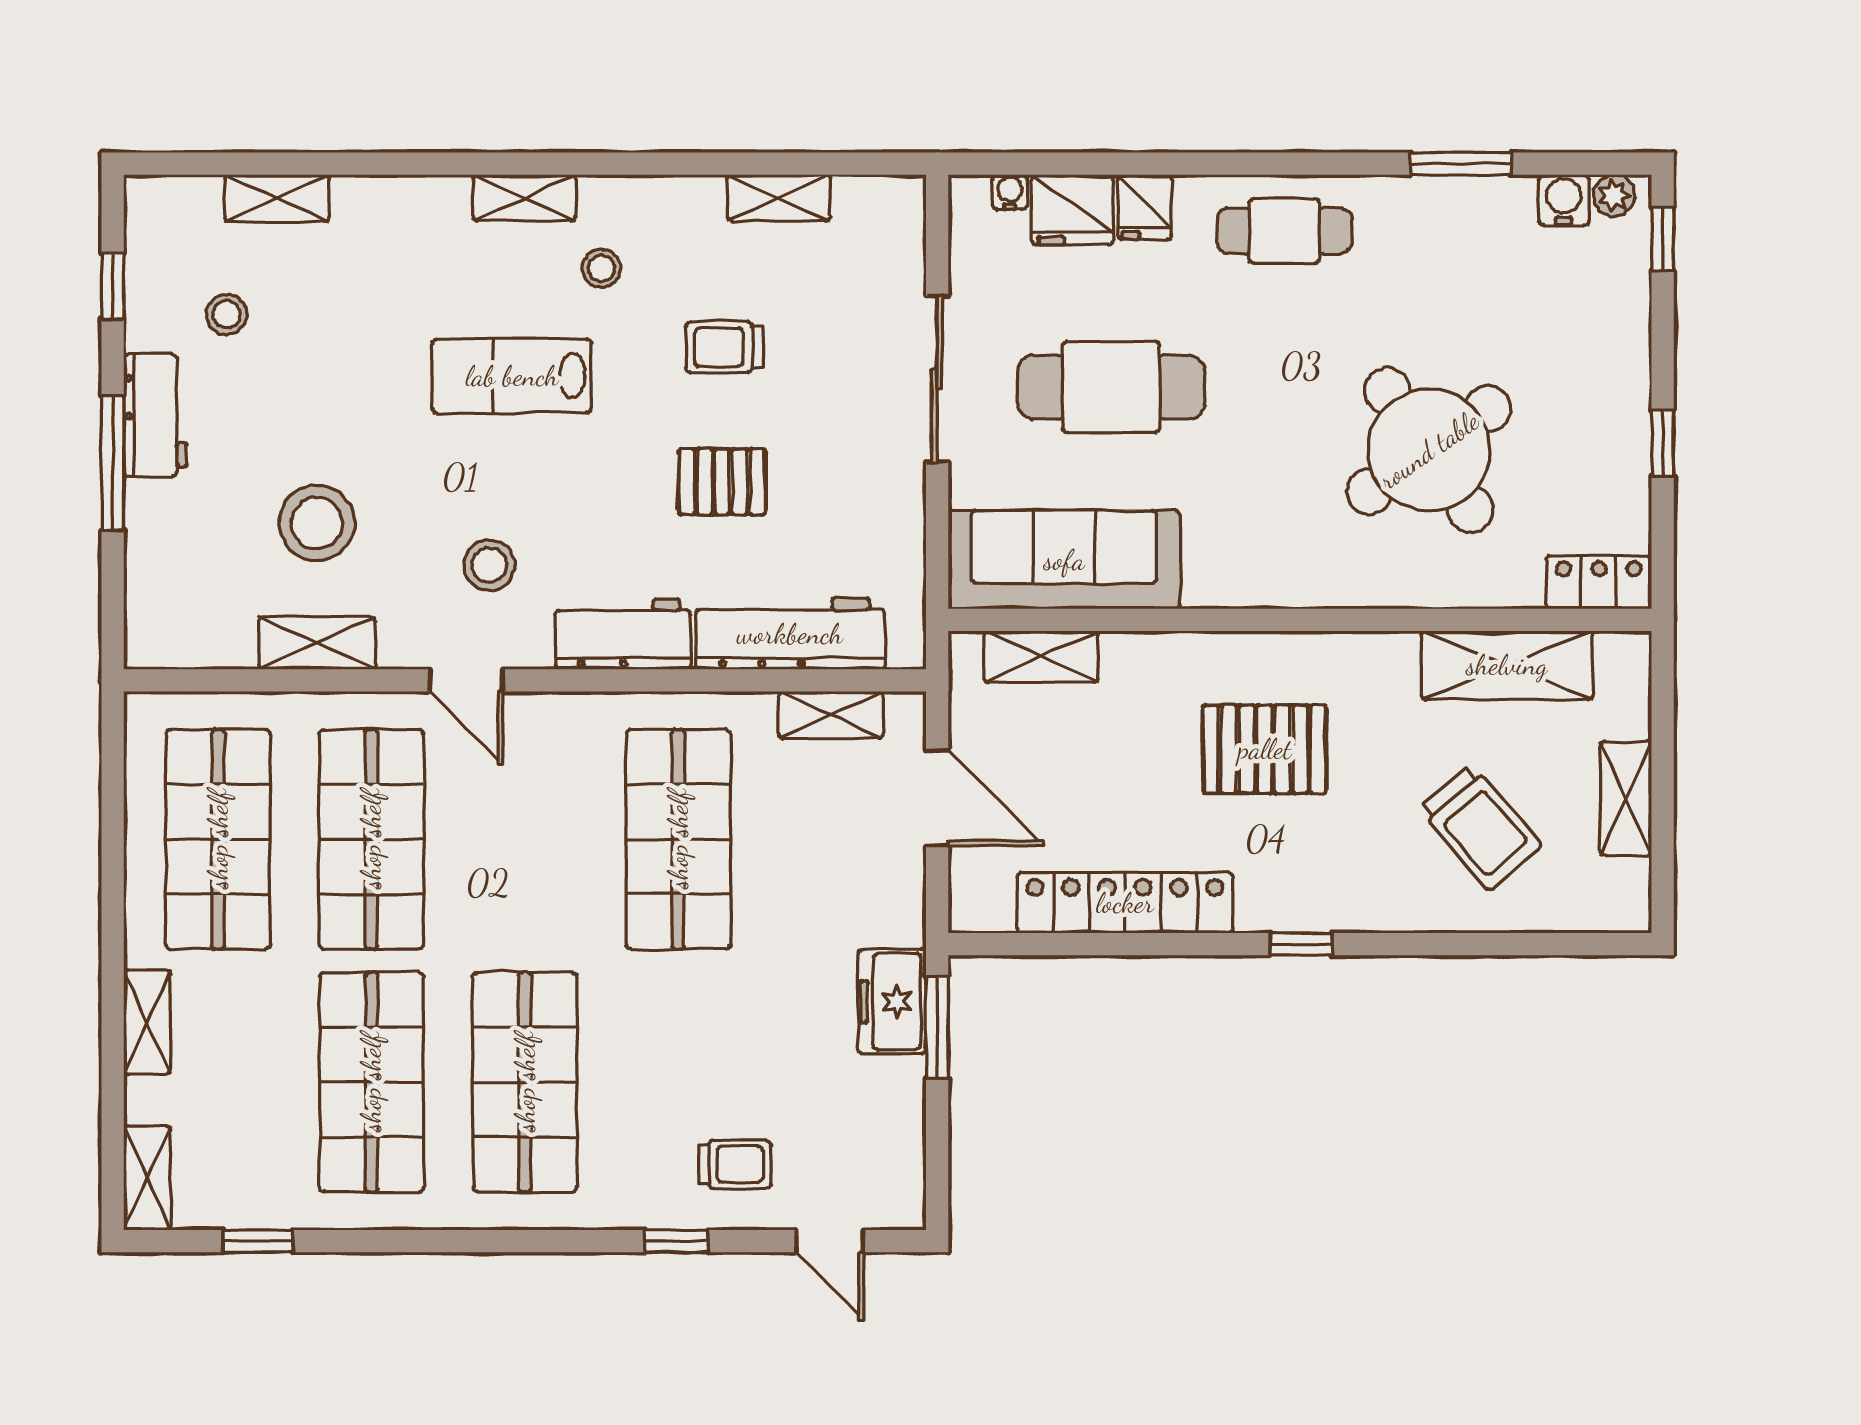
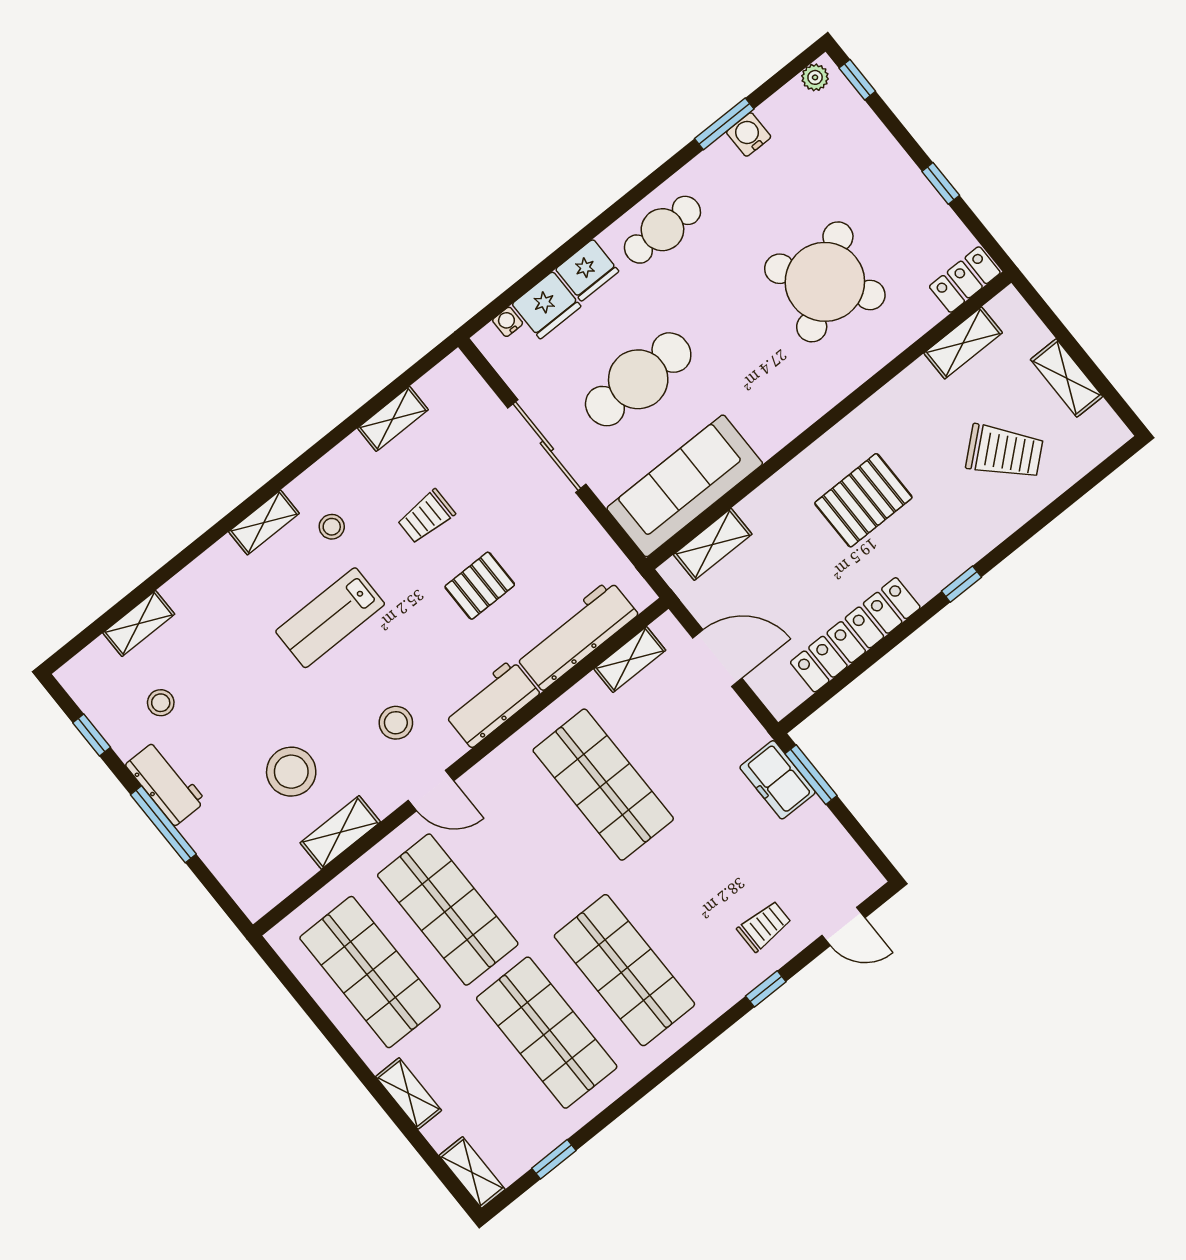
water cooler: (1564, 200) -> (749, 134), moved
fridge: (1145, 207) -> (587, 270), width x1.38
shelving: (1507, 665) -> (963, 343), width x0.67, depth x0.75

